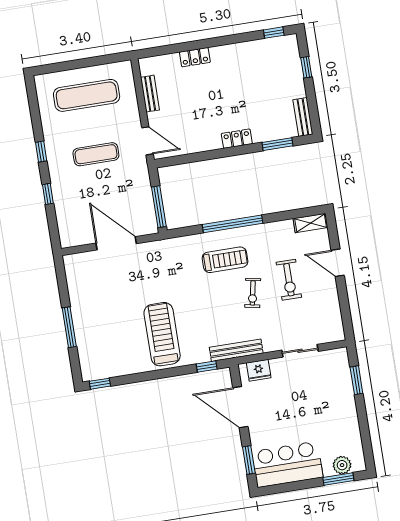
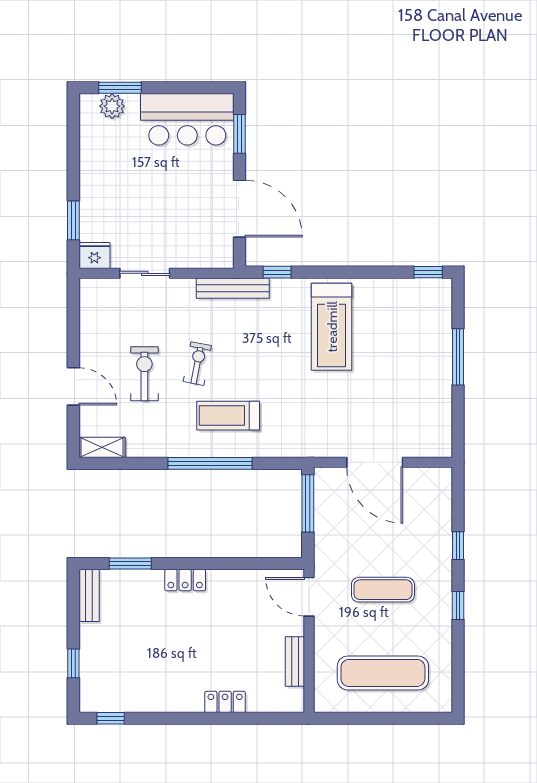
fridge: (259, 370) -> (94, 256), moved

